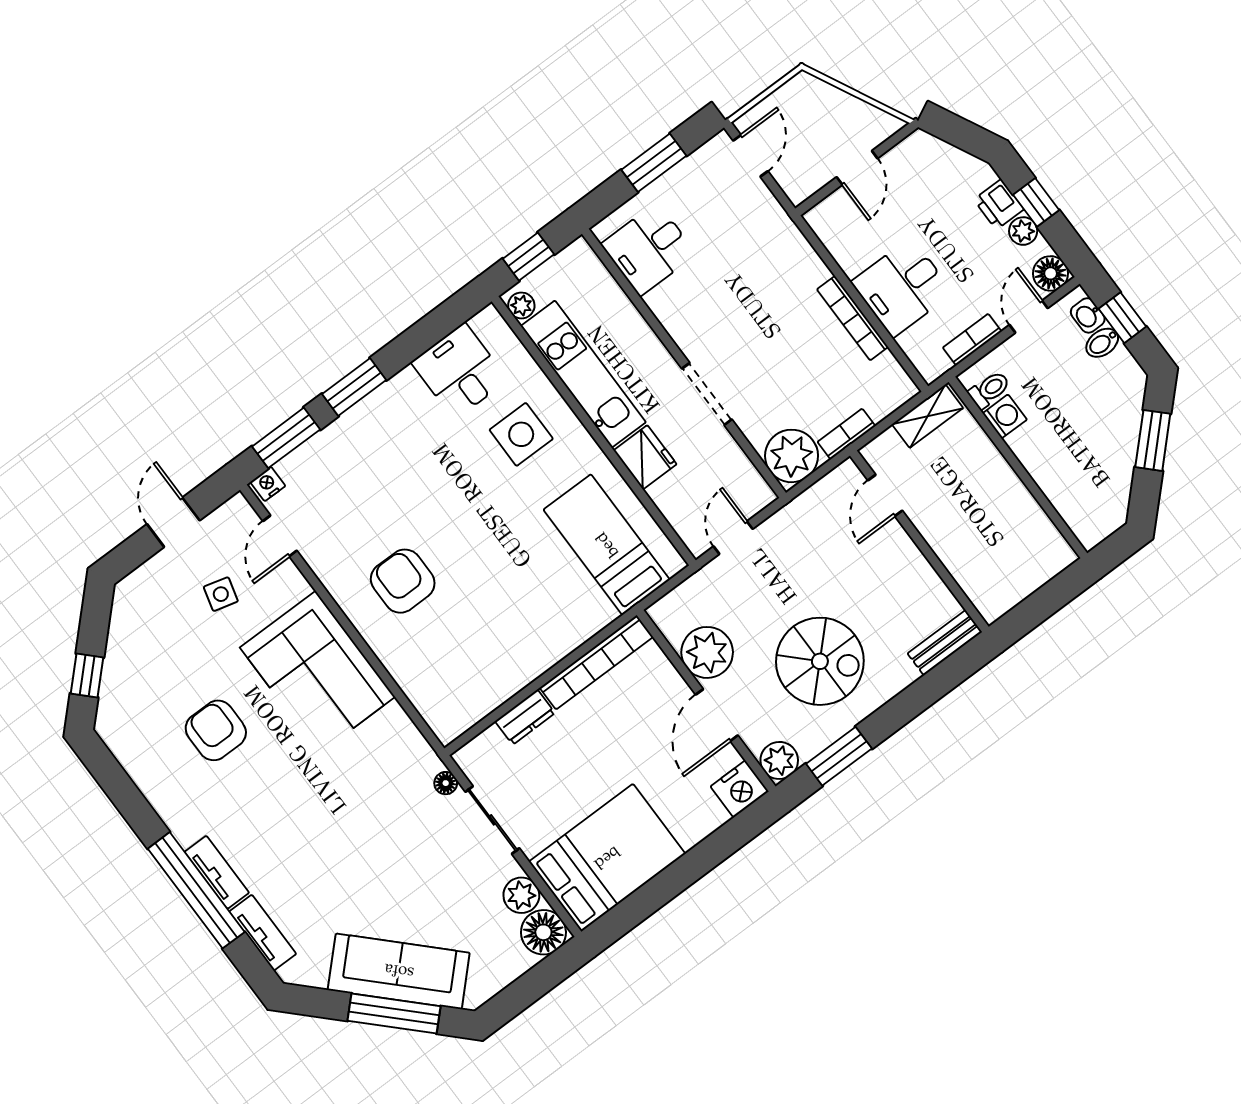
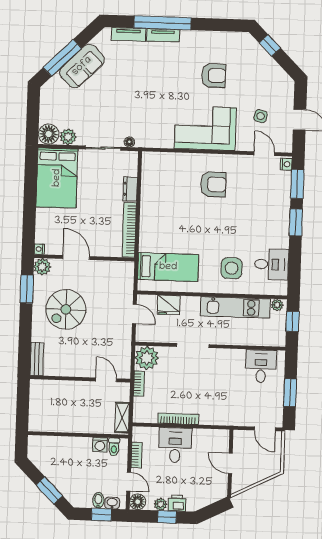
fridge: (645, 457) -> (169, 305), moved
plant: (707, 652) -> (101, 272), removed
nightstand: (740, 789) -> (39, 249), width x0.53, depth x0.56
sofa: (399, 971) -> (82, 66), width x0.73

